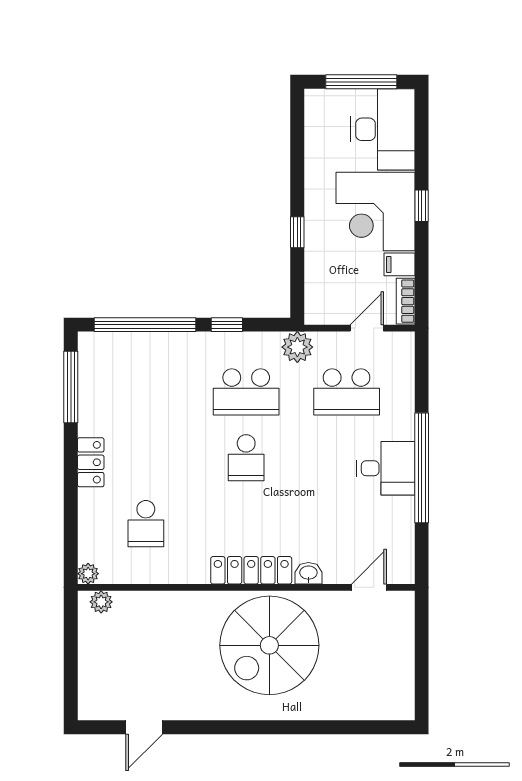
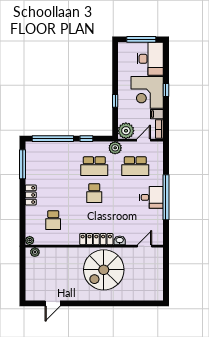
plant: (324, 305) -> (126, 131), added

